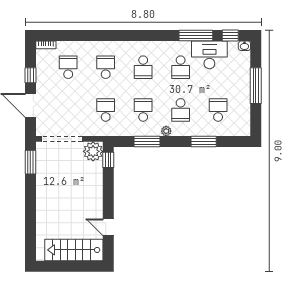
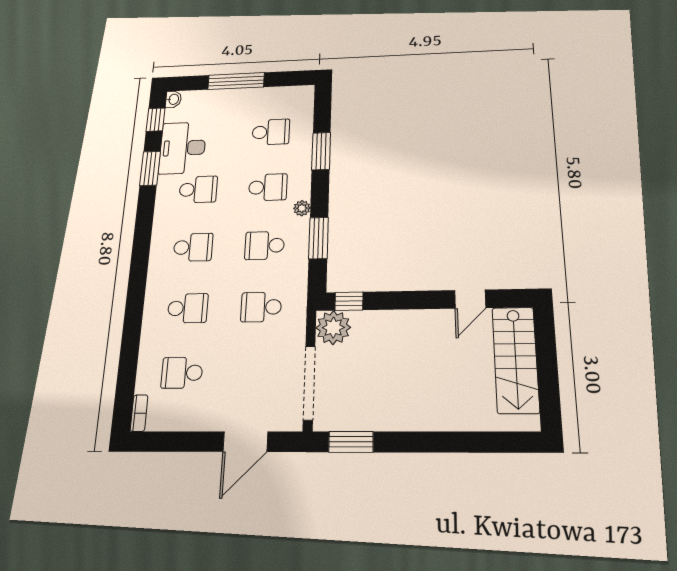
window: (196, 36) -> (150, 168), width x0.69
school desk: (106, 67) -> (188, 308), turned 180
window: (30, 75) -> (190, 442), removed
school desk: (218, 110) -> (271, 132), turned 180

